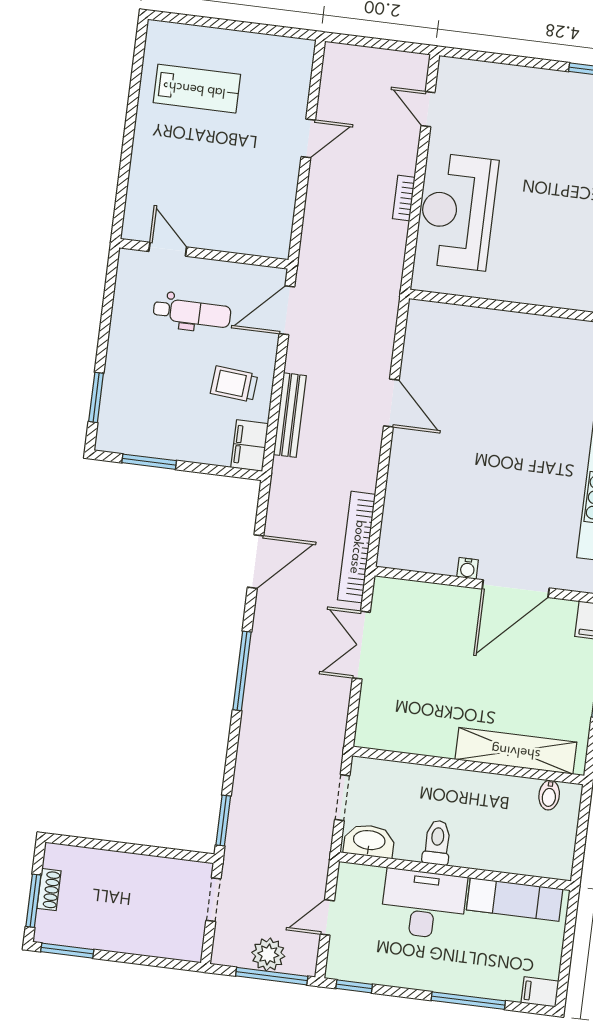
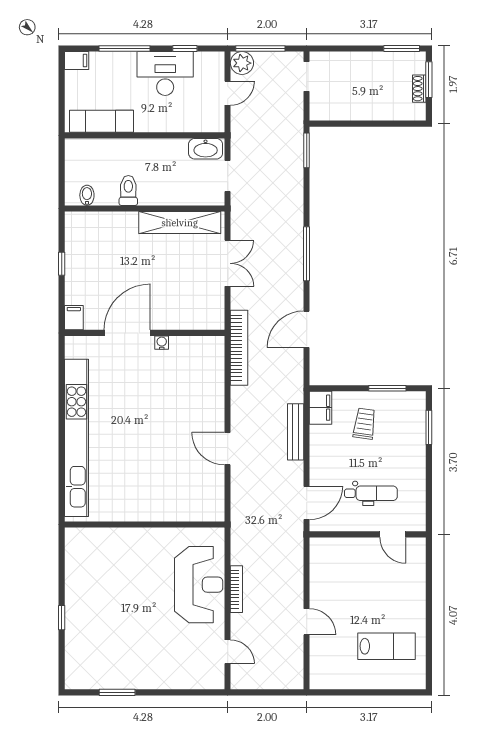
lab bench: (197, 89) -> (387, 646), turned 180
door: (308, 138) -> (307, 622), swing flipped
bookcase: (404, 198) -> (236, 589), width x1.56
dental chair: (192, 313) -> (371, 493), turned 180
trolley: (234, 384) -> (365, 424), moved, turned -87
double door: (361, 645) -> (228, 263), moved
shelving: (516, 751) -> (180, 223), moved
toilet: (437, 843) -> (128, 191), moved, turned 180
doorway: (213, 900) -> (307, 76), moved
desk: (424, 904) -> (165, 74), moved, turned 180
plant: (268, 954) -> (242, 63), moved
window: (354, 986) -> (185, 49), moved

